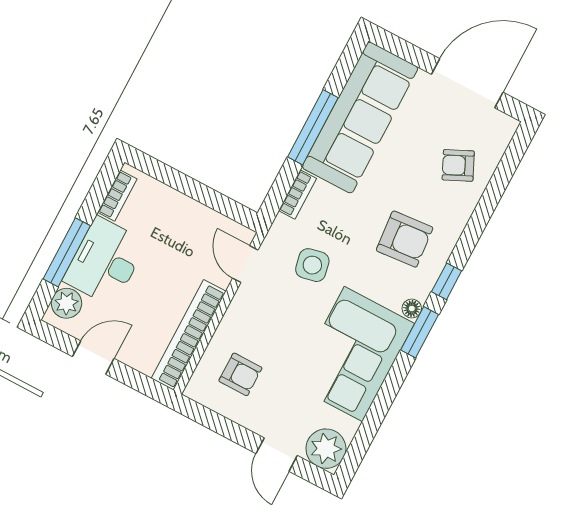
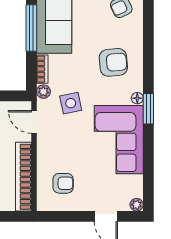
plant: (282, 228) -> (43, 92), added
window: (447, 281) -> (148, 73), removed
plant: (326, 449) -> (137, 205), width x0.53, depth x0.53

